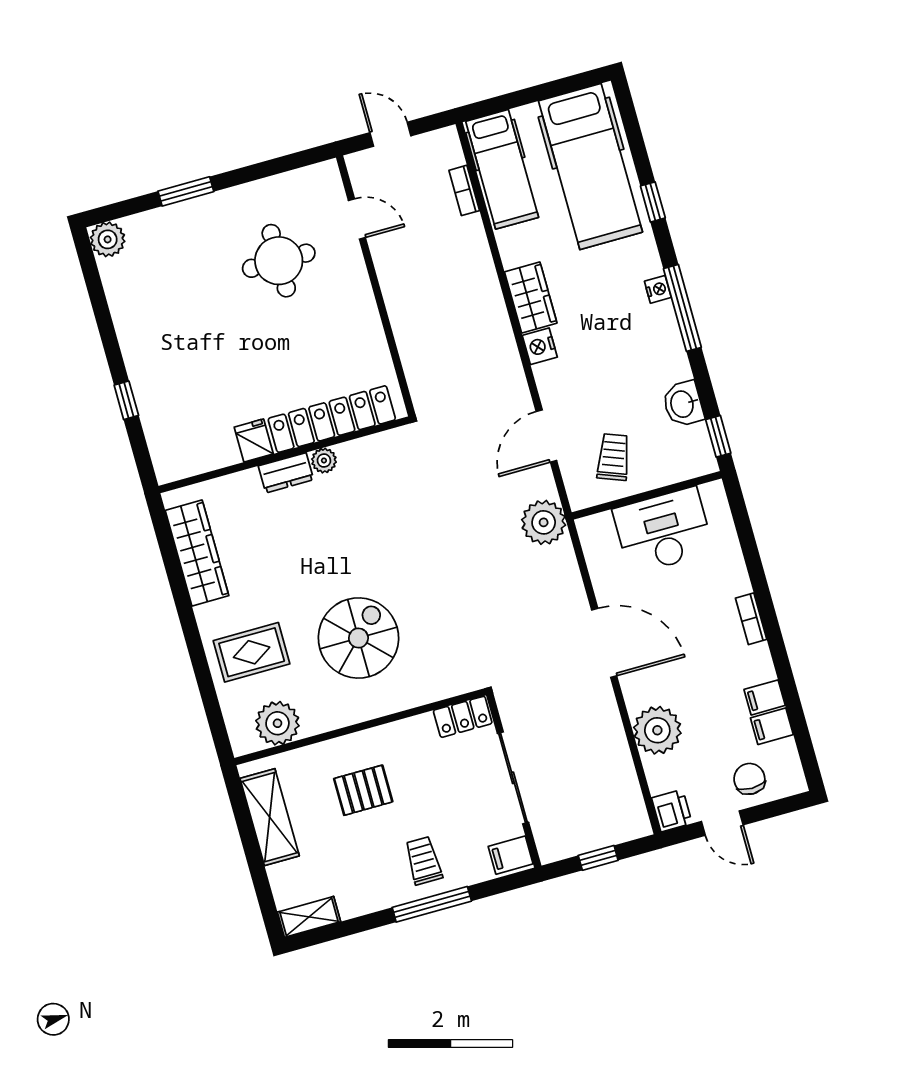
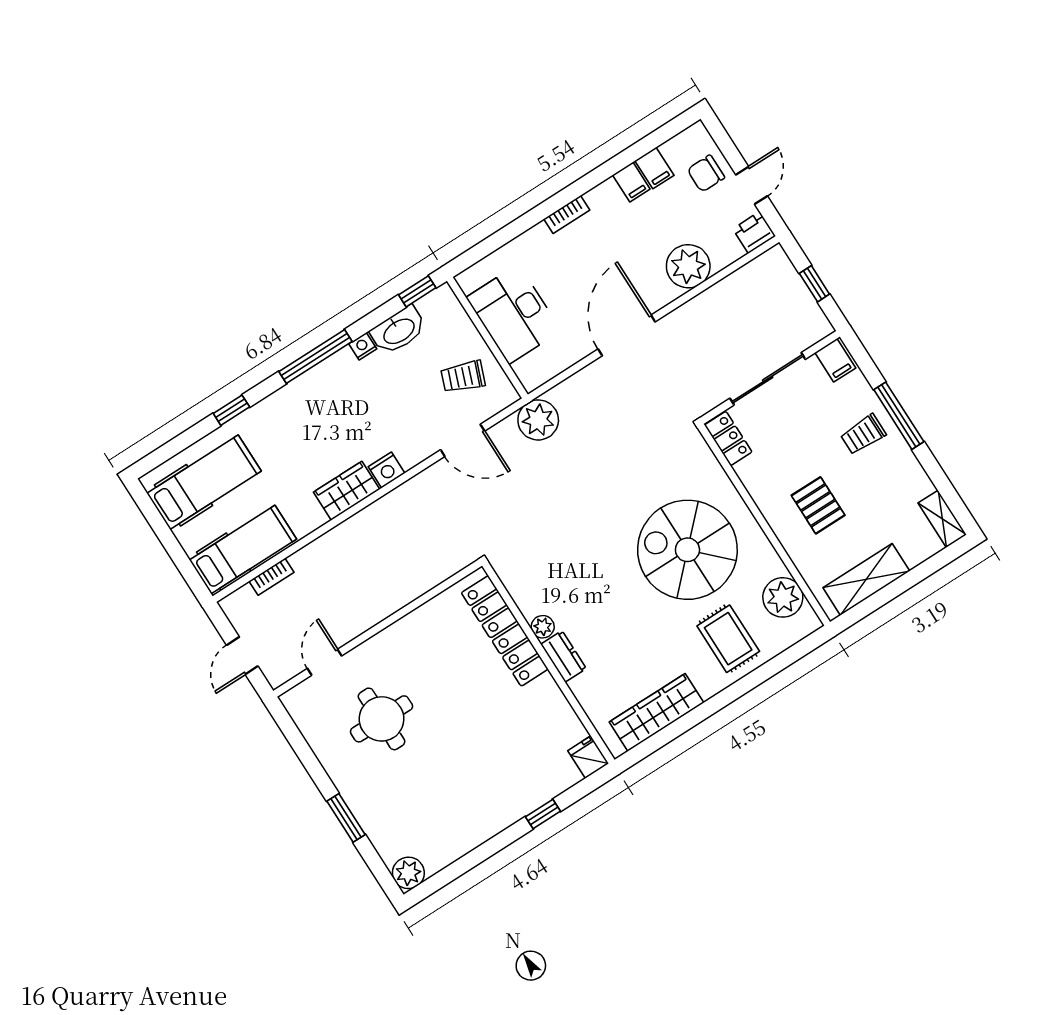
hospital bed: (590, 167) -> (204, 482), width x0.73, depth x0.78
nightstand: (658, 289) -> (363, 346), moved
washbasin: (683, 404) -> (398, 331), width x1.38
fridge: (254, 440) -> (588, 757), moved, turned 90
spiral stairs: (358, 638) -> (687, 550), width x1.37, depth x1.37

